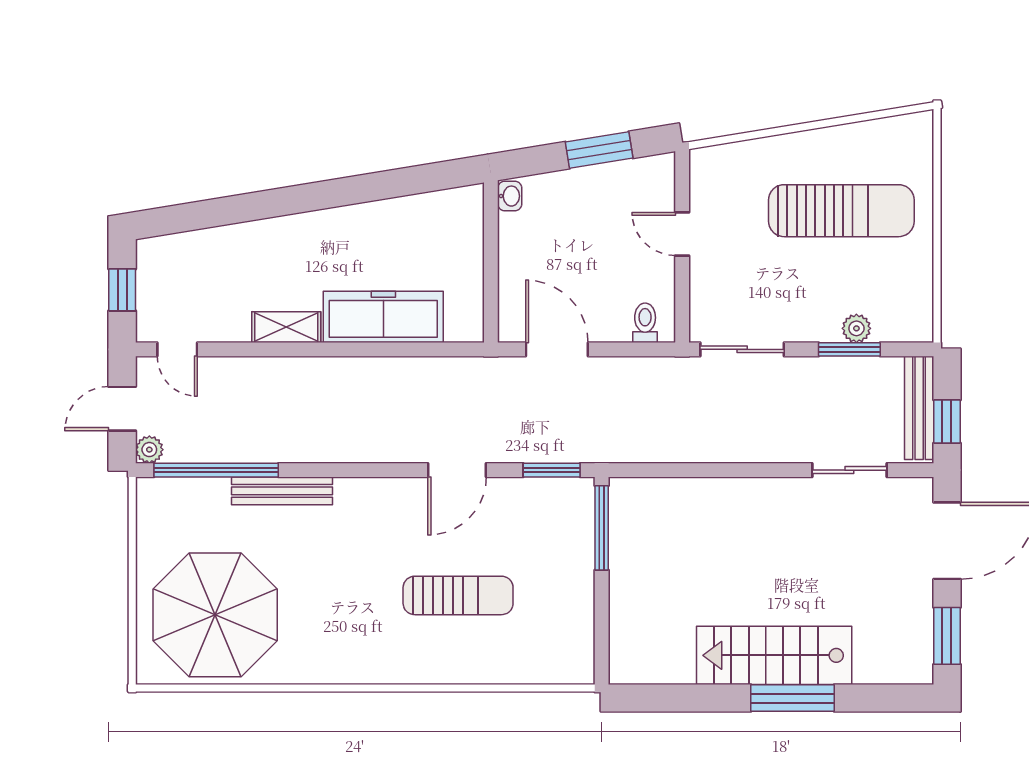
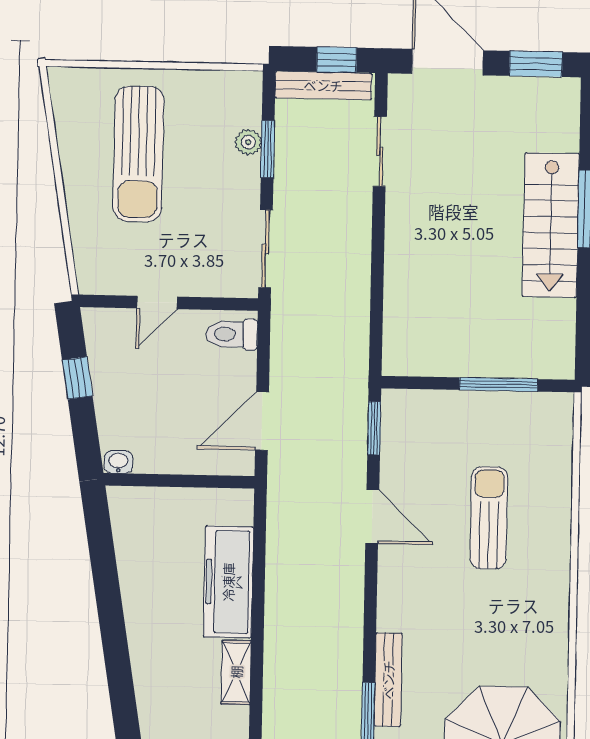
window: (599, 150) -> (77, 378), width x0.67
sun lounger: (841, 211) -> (138, 154), turned 180
toilet: (645, 323) -> (232, 334), width x1.37, depth x1.39
window: (602, 528) -> (499, 384), moved

